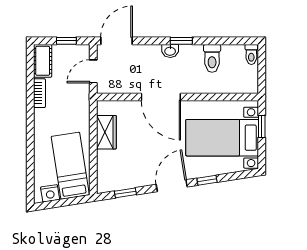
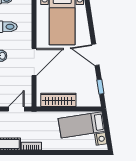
door: (93, 71) -> (16, 109), swing flipped
wardrobe: (106, 132) -> (58, 100), width x1.50
window: (207, 180) -> (92, 30), removed

